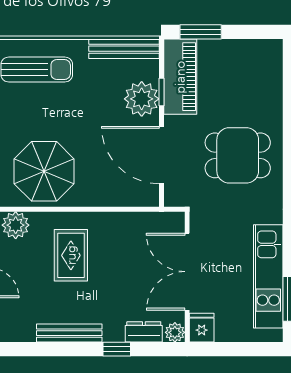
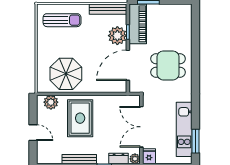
door: (161, 155) -> (128, 65), hinge flipped
rug: (71, 255) -> (80, 118), width x1.36, depth x1.43

